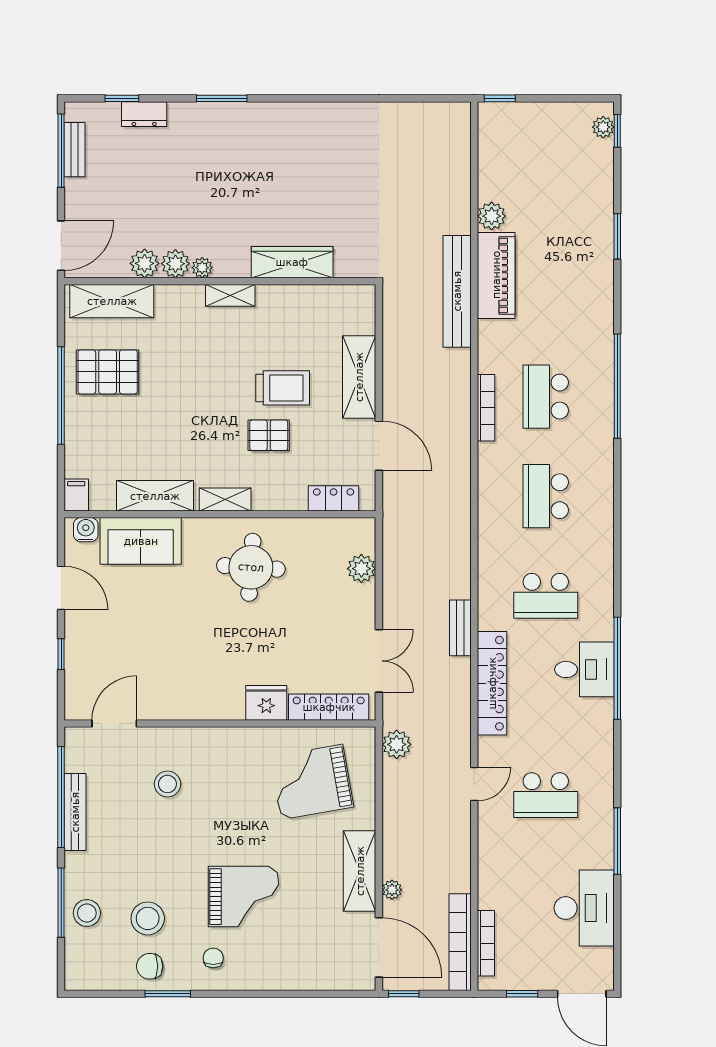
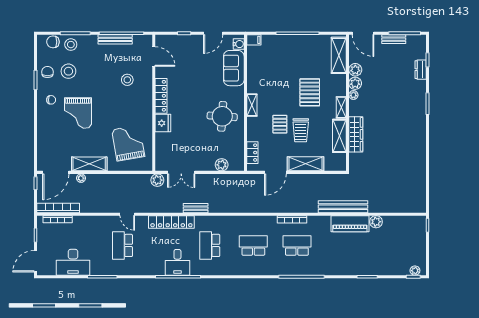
bench: (75, 150) -> (394, 39), moved
pallet: (108, 372) -> (310, 92), moved
shelving: (155, 496) -> (339, 136), moved
locker: (329, 707) -> (161, 96), moved
plant: (397, 744) -> (157, 180), moved
chair: (81, 954) -> (53, 42), added

